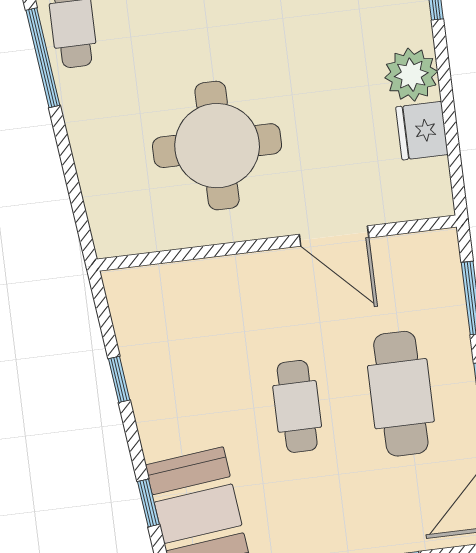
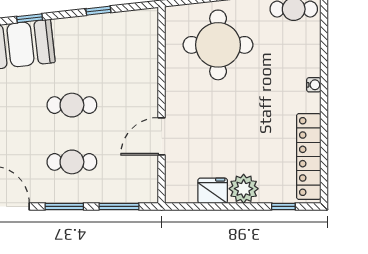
round table: (217, 146) -> (218, 45), moved
cafe table: (401, 394) -> (72, 162), width x0.73, depth x0.74

